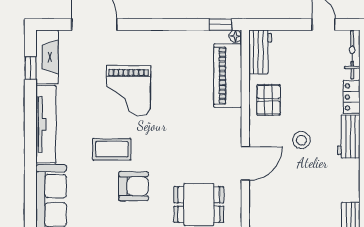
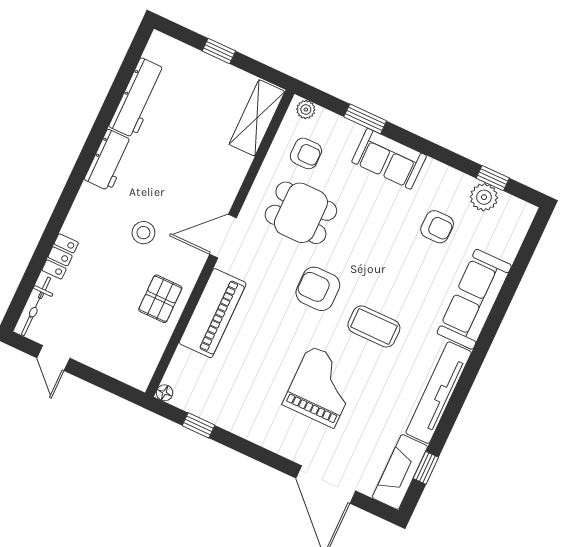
window: (220, 24) -> (198, 425), moved
workbench: (260, 52) -> (144, 360), removed
piano: (228, 76) -> (213, 313), moved
workbench: (349, 136) -> (109, 160), moved
armchair: (134, 186) -> (318, 289), moved

